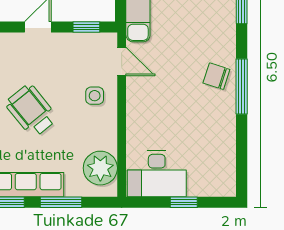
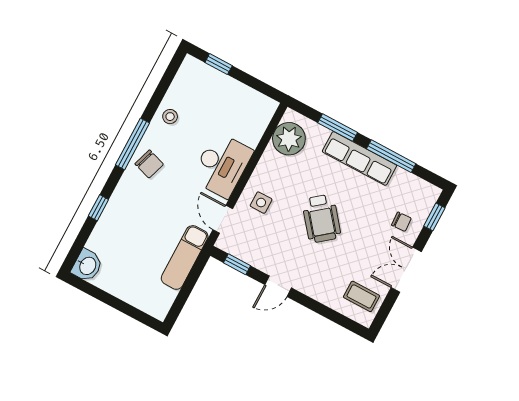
stool: (221, 130) -> (170, 117), added
desk: (157, 174) -> (222, 165), moved, turned 90
window: (184, 202) -> (219, 64), moved

